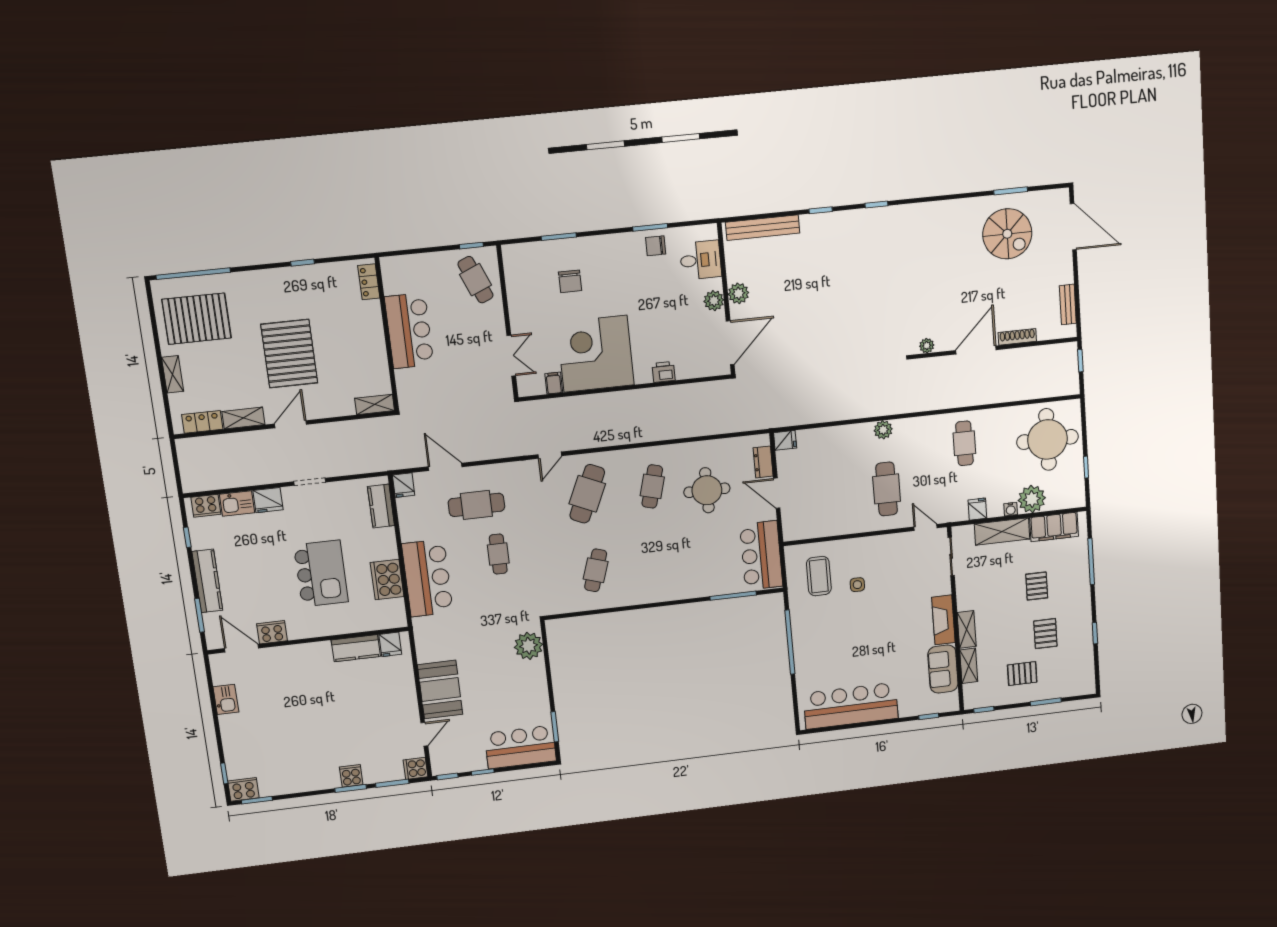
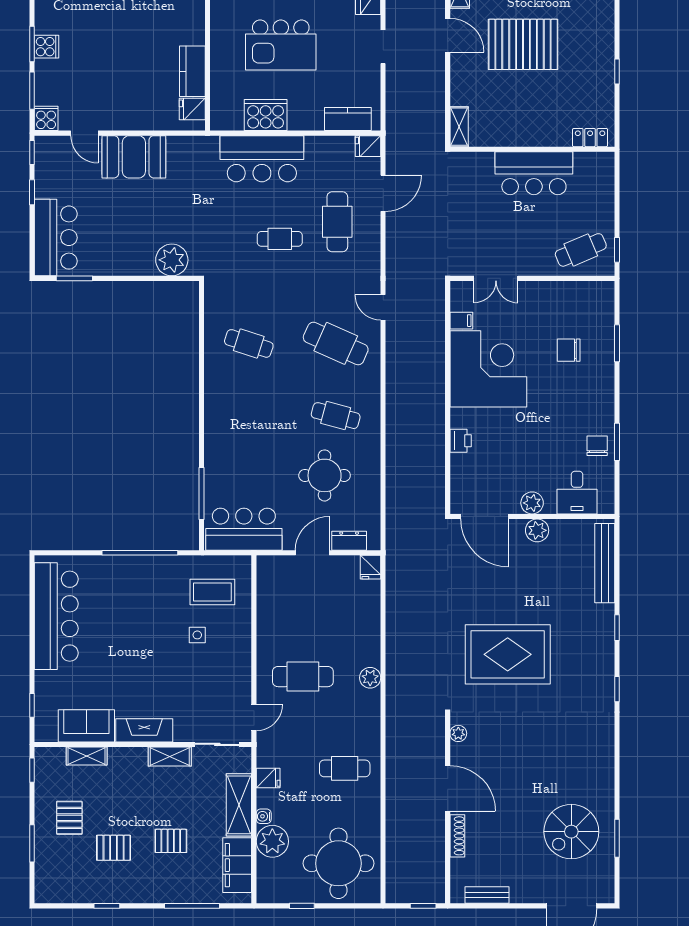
rug: (853, 309) -> (508, 654), added
shelving: (967, 629) -> (170, 756), moved

